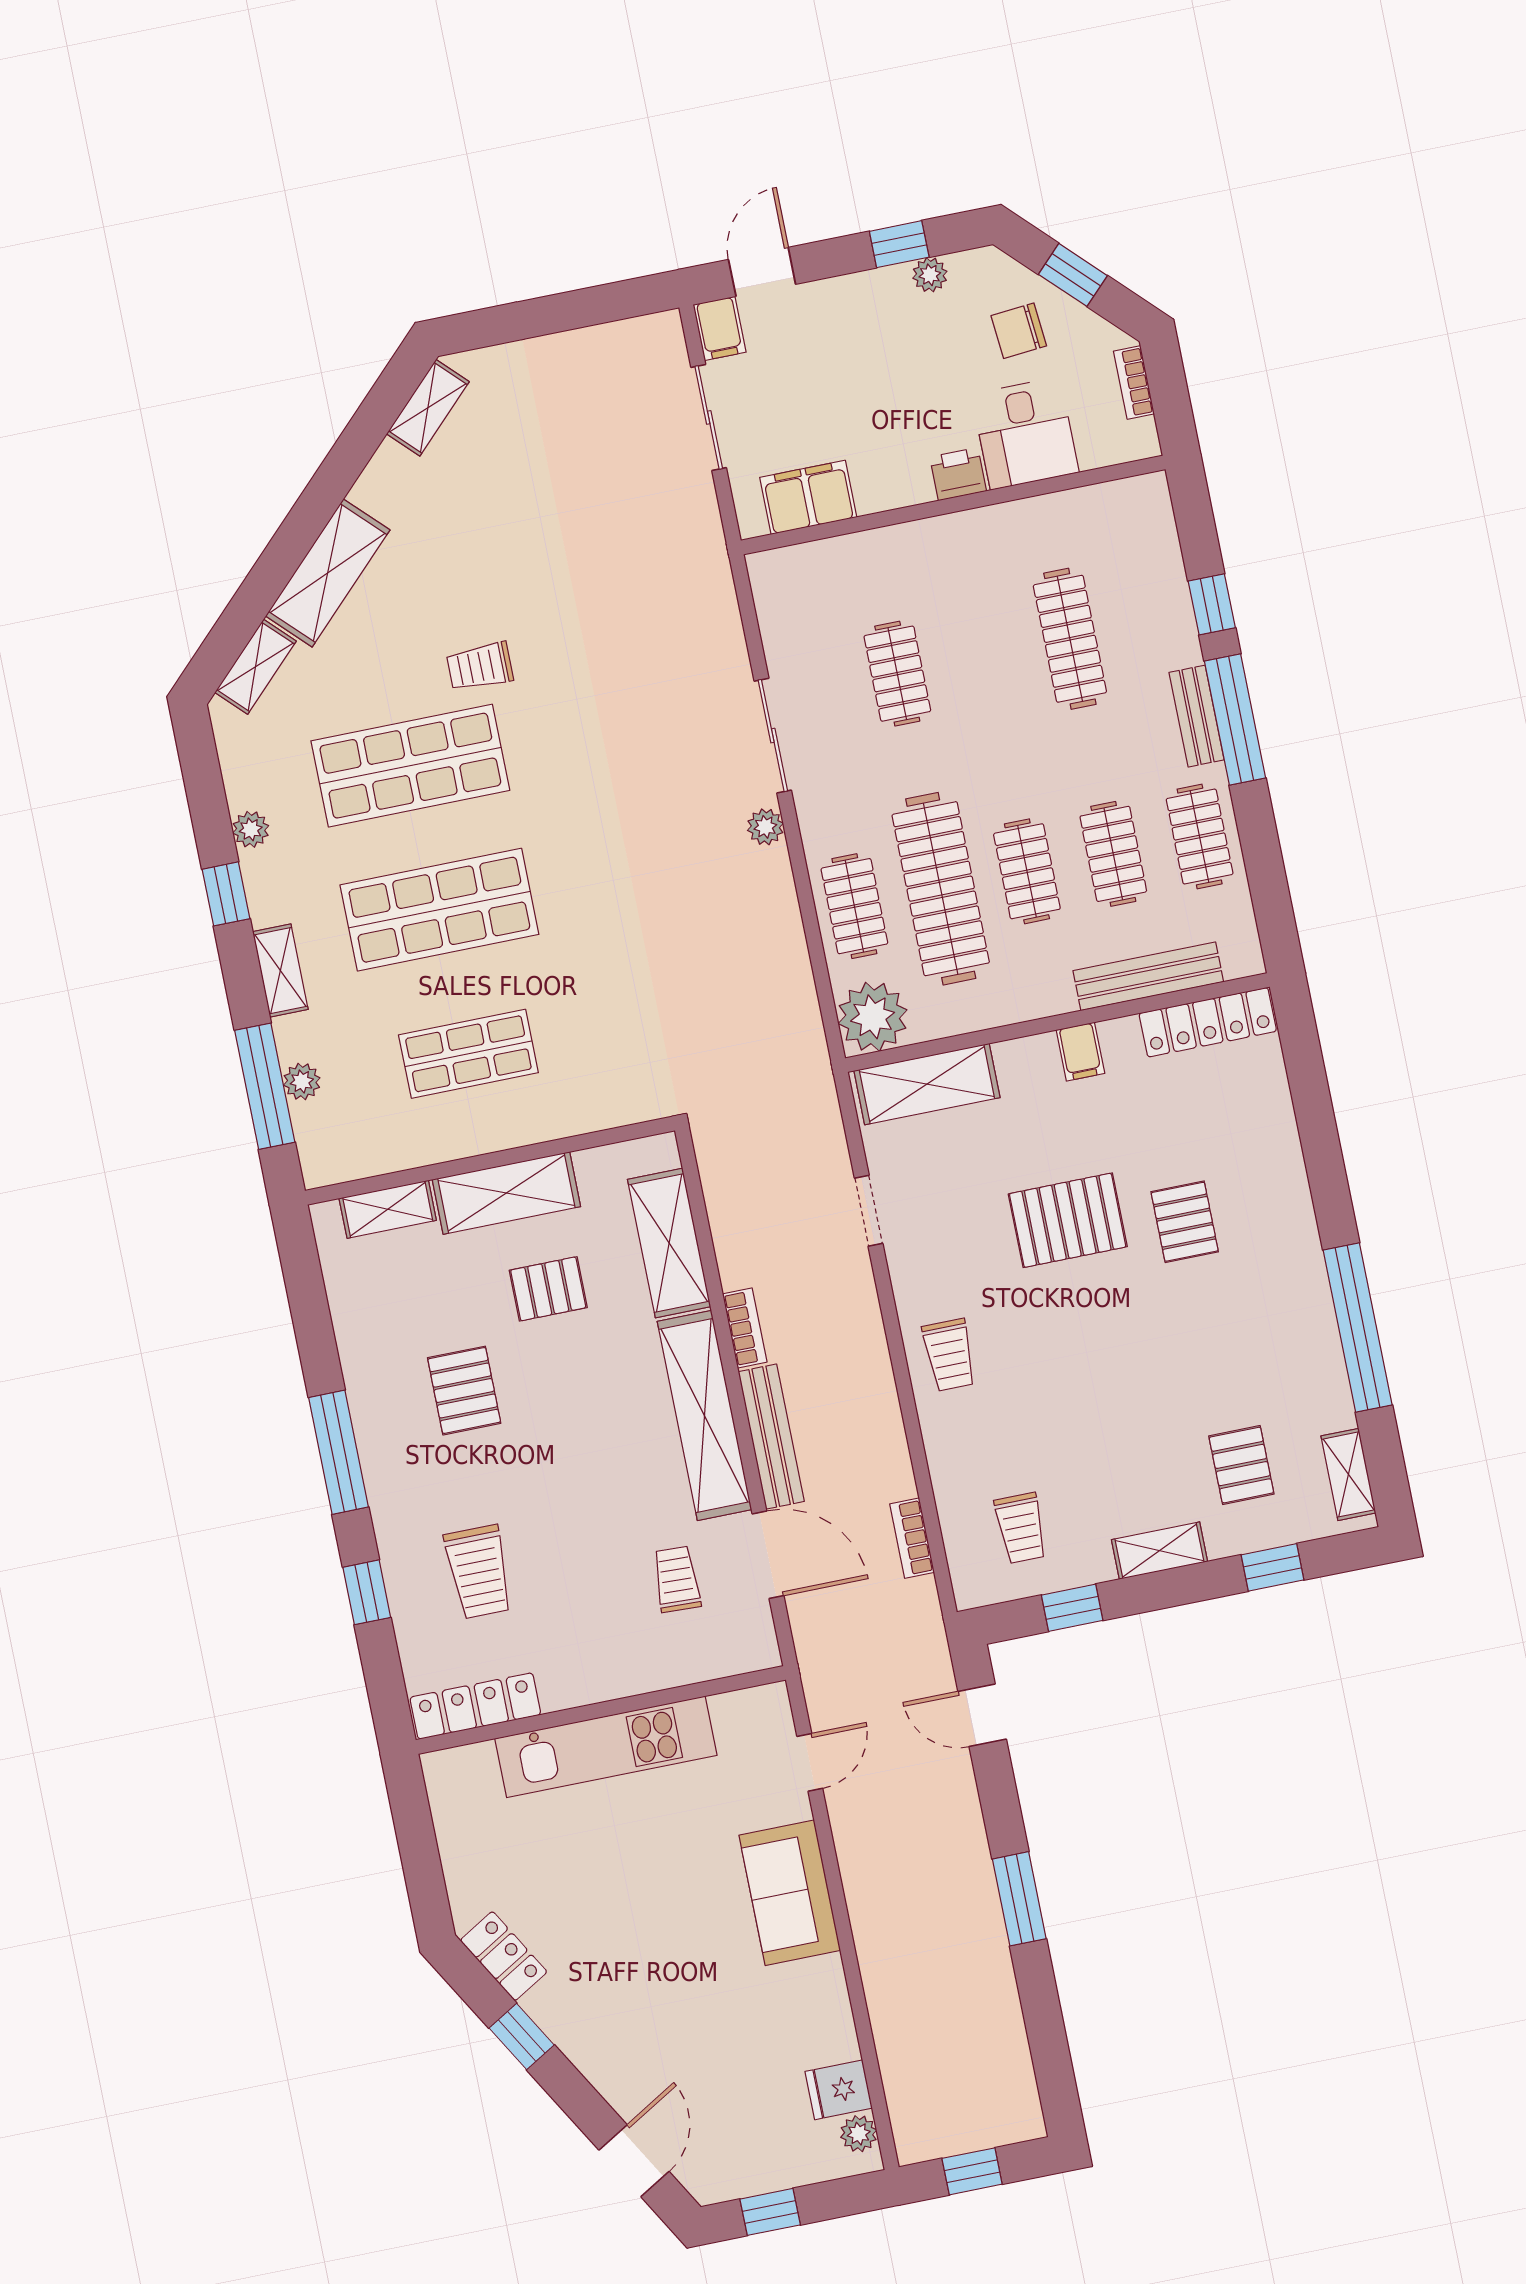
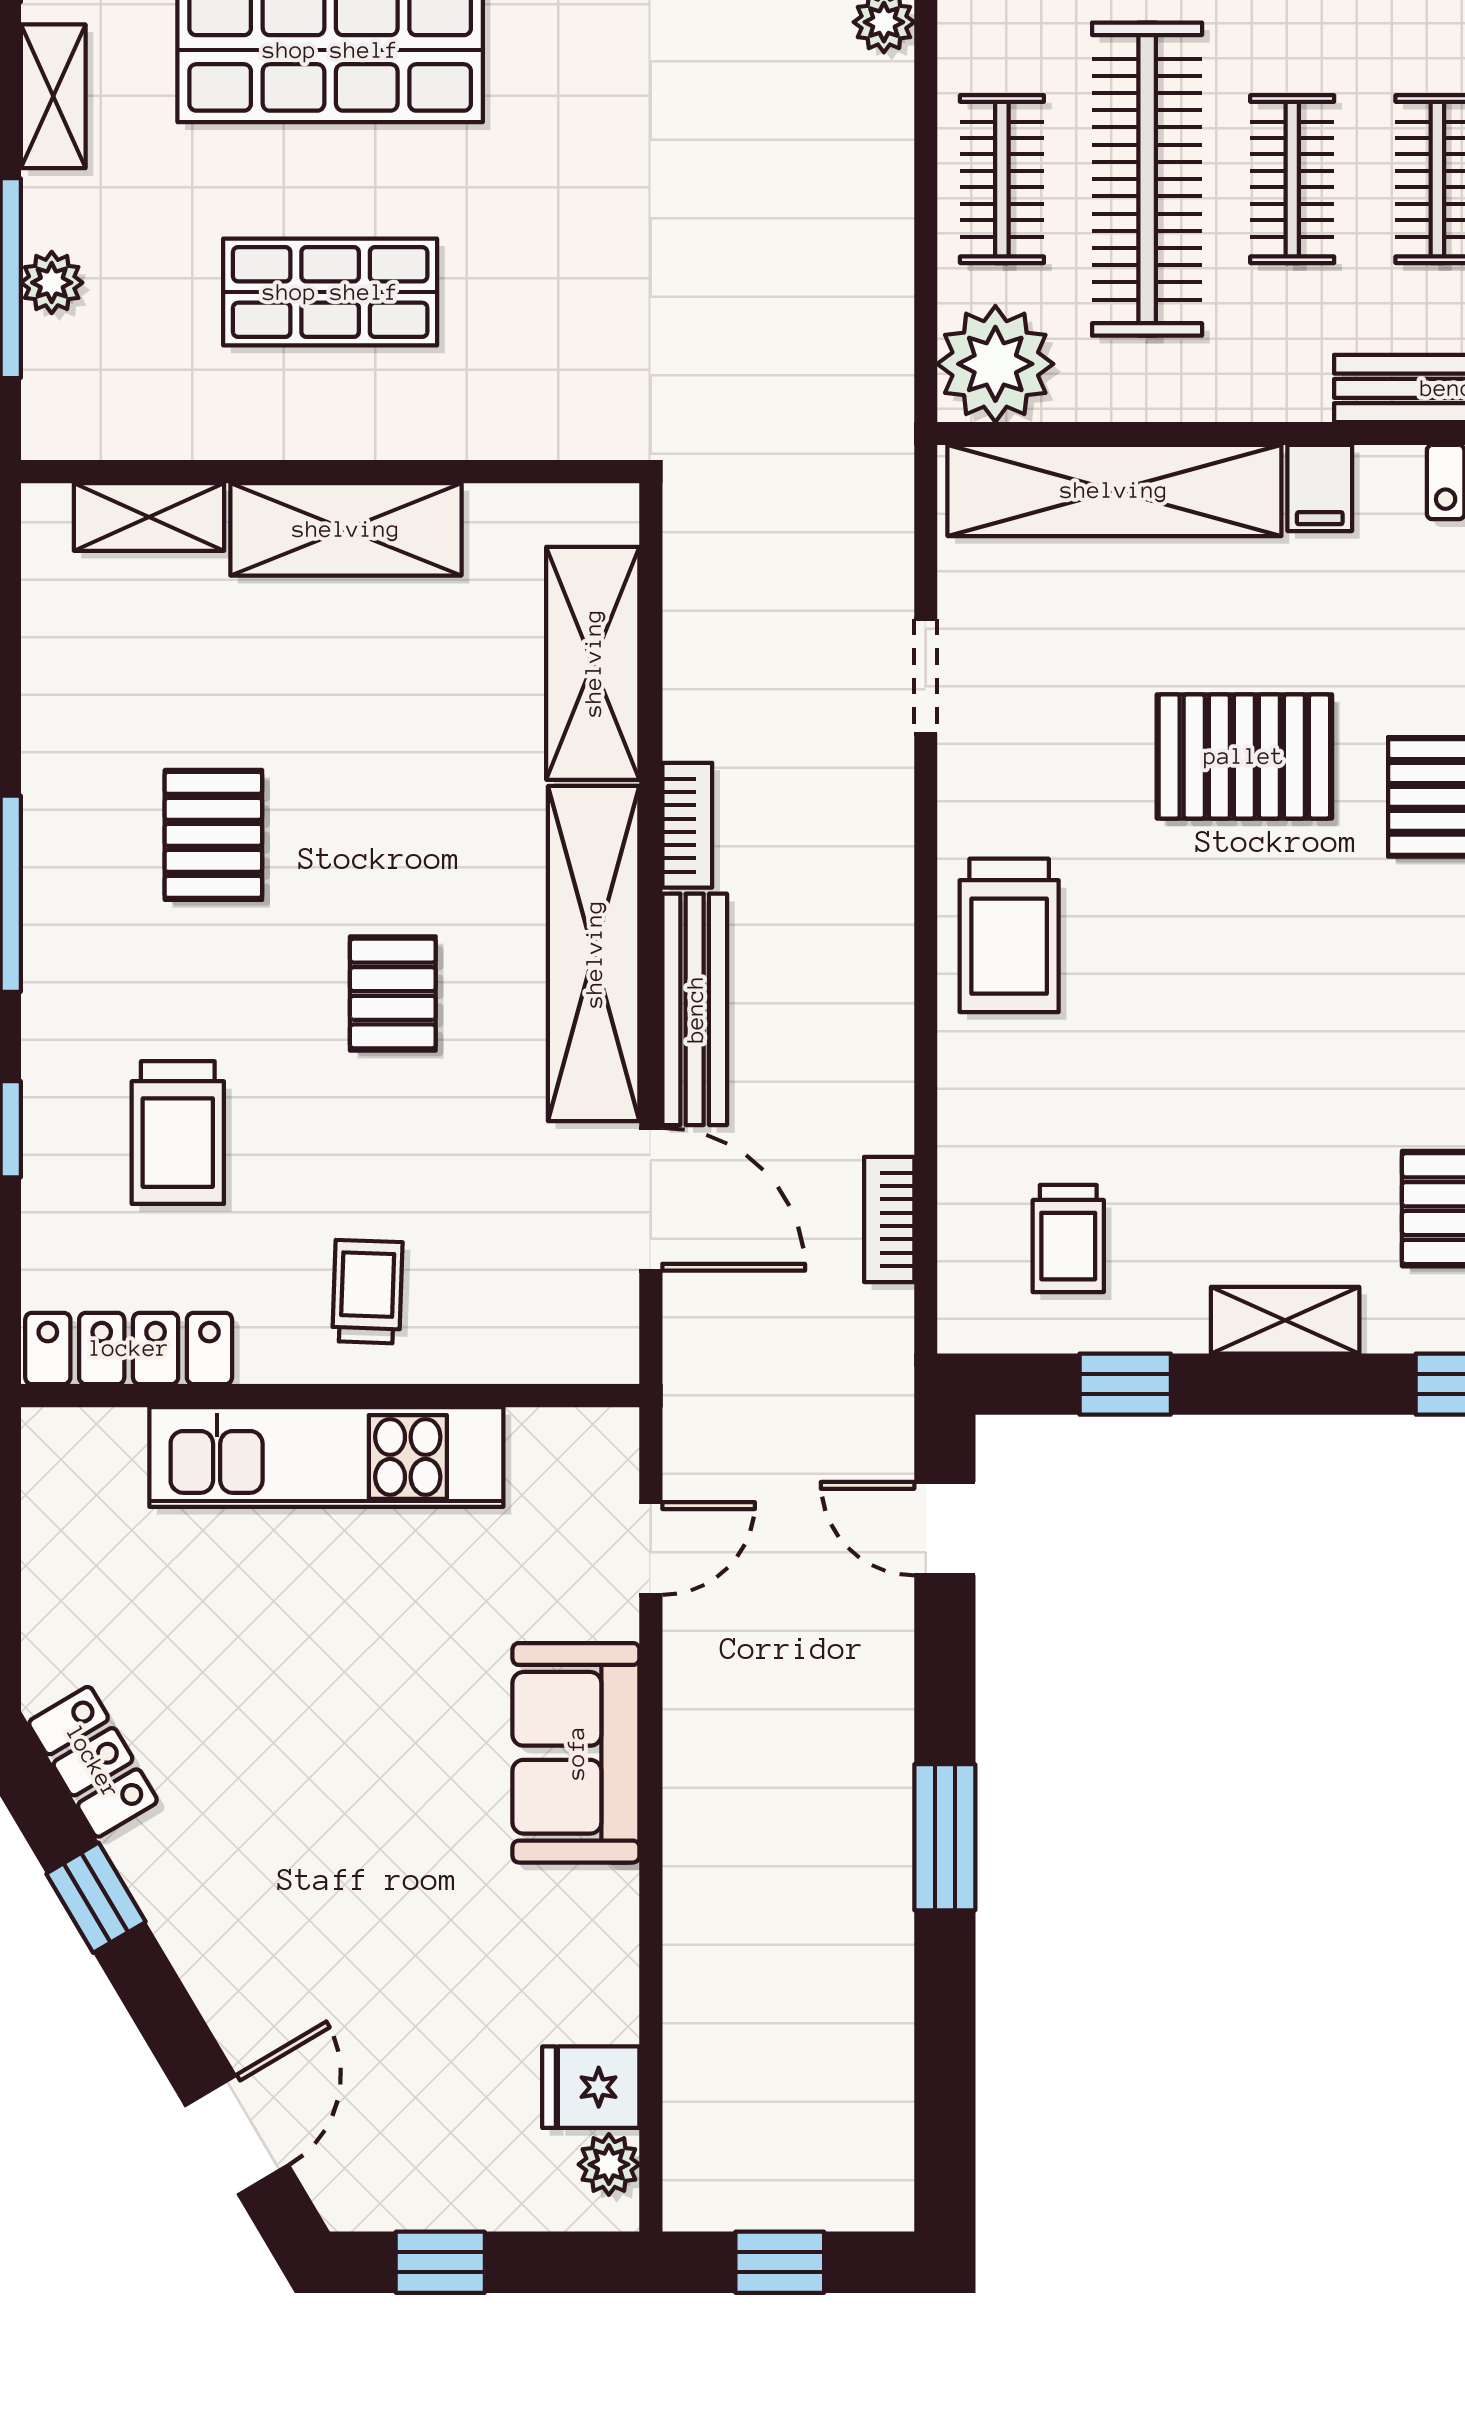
shelving: (927, 1084) -> (1114, 490), width x1.47
pallet: (548, 1289) -> (393, 993), moved, turned 90
trolley: (949, 1355) -> (1009, 935), width x1.36, depth x1.39
trolley: (677, 1579) -> (367, 1292), moved

